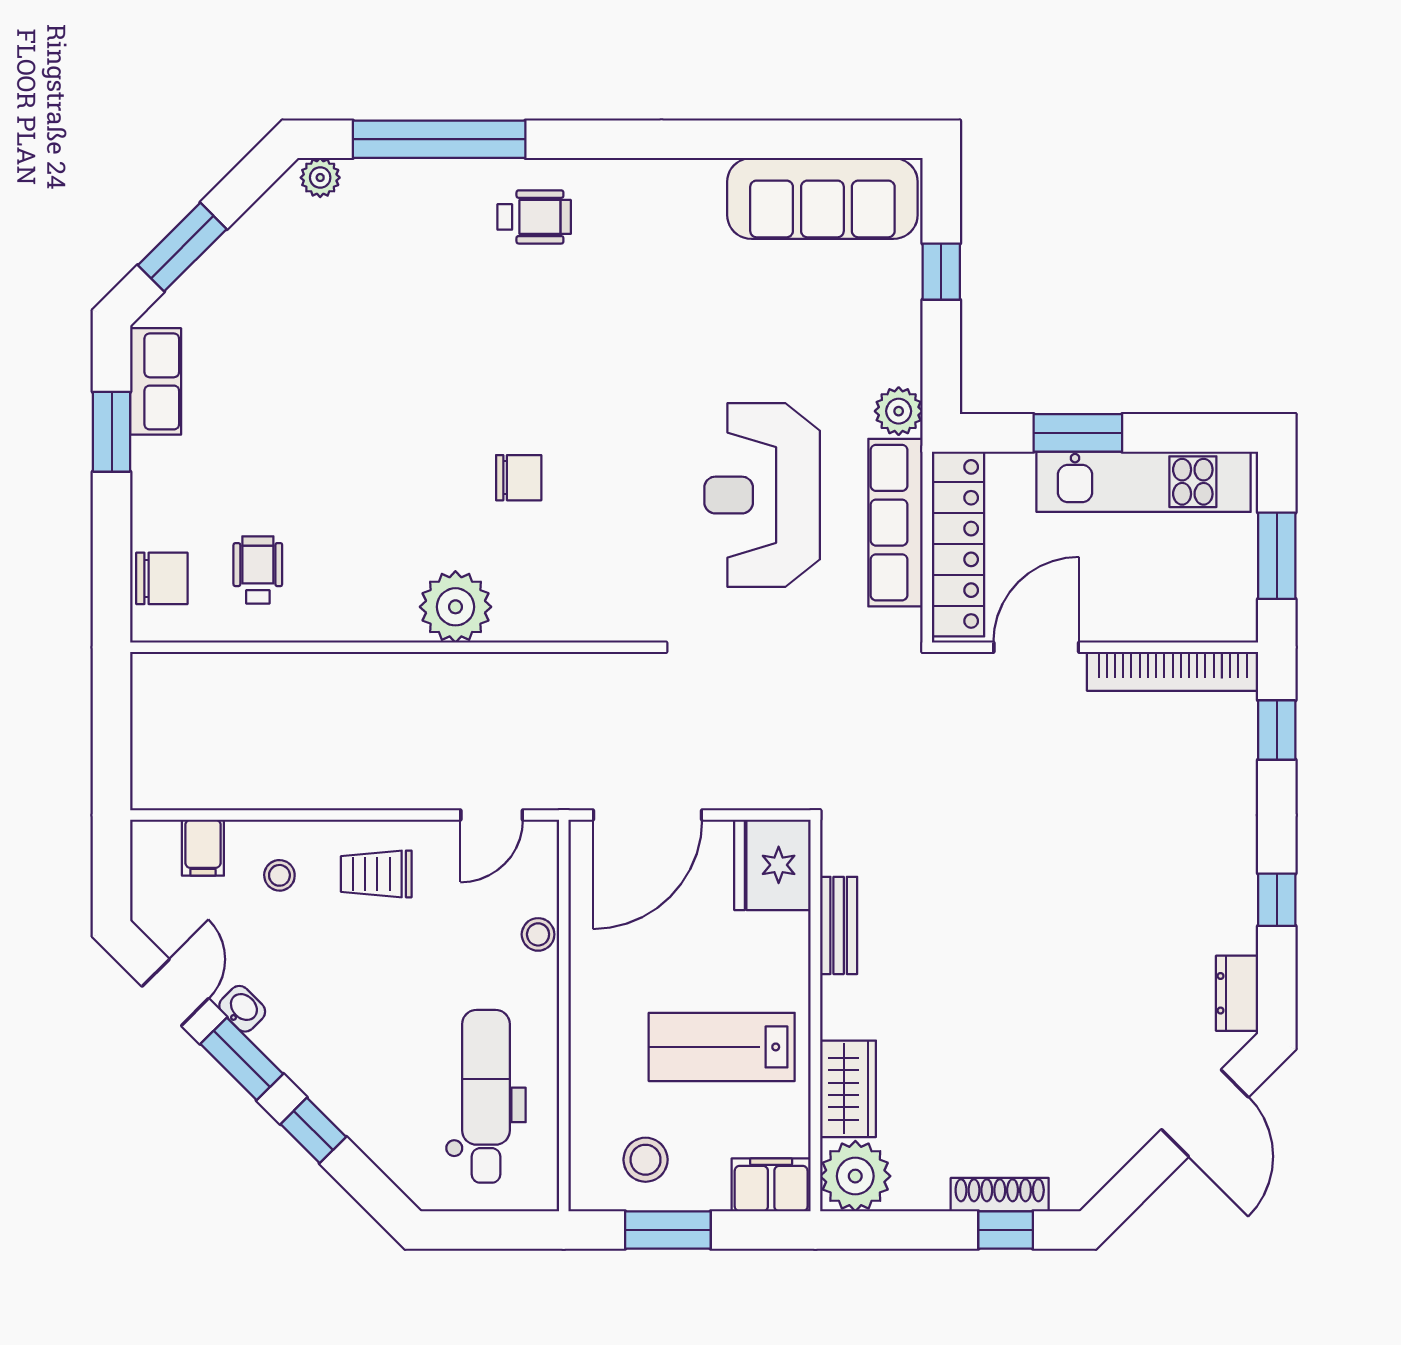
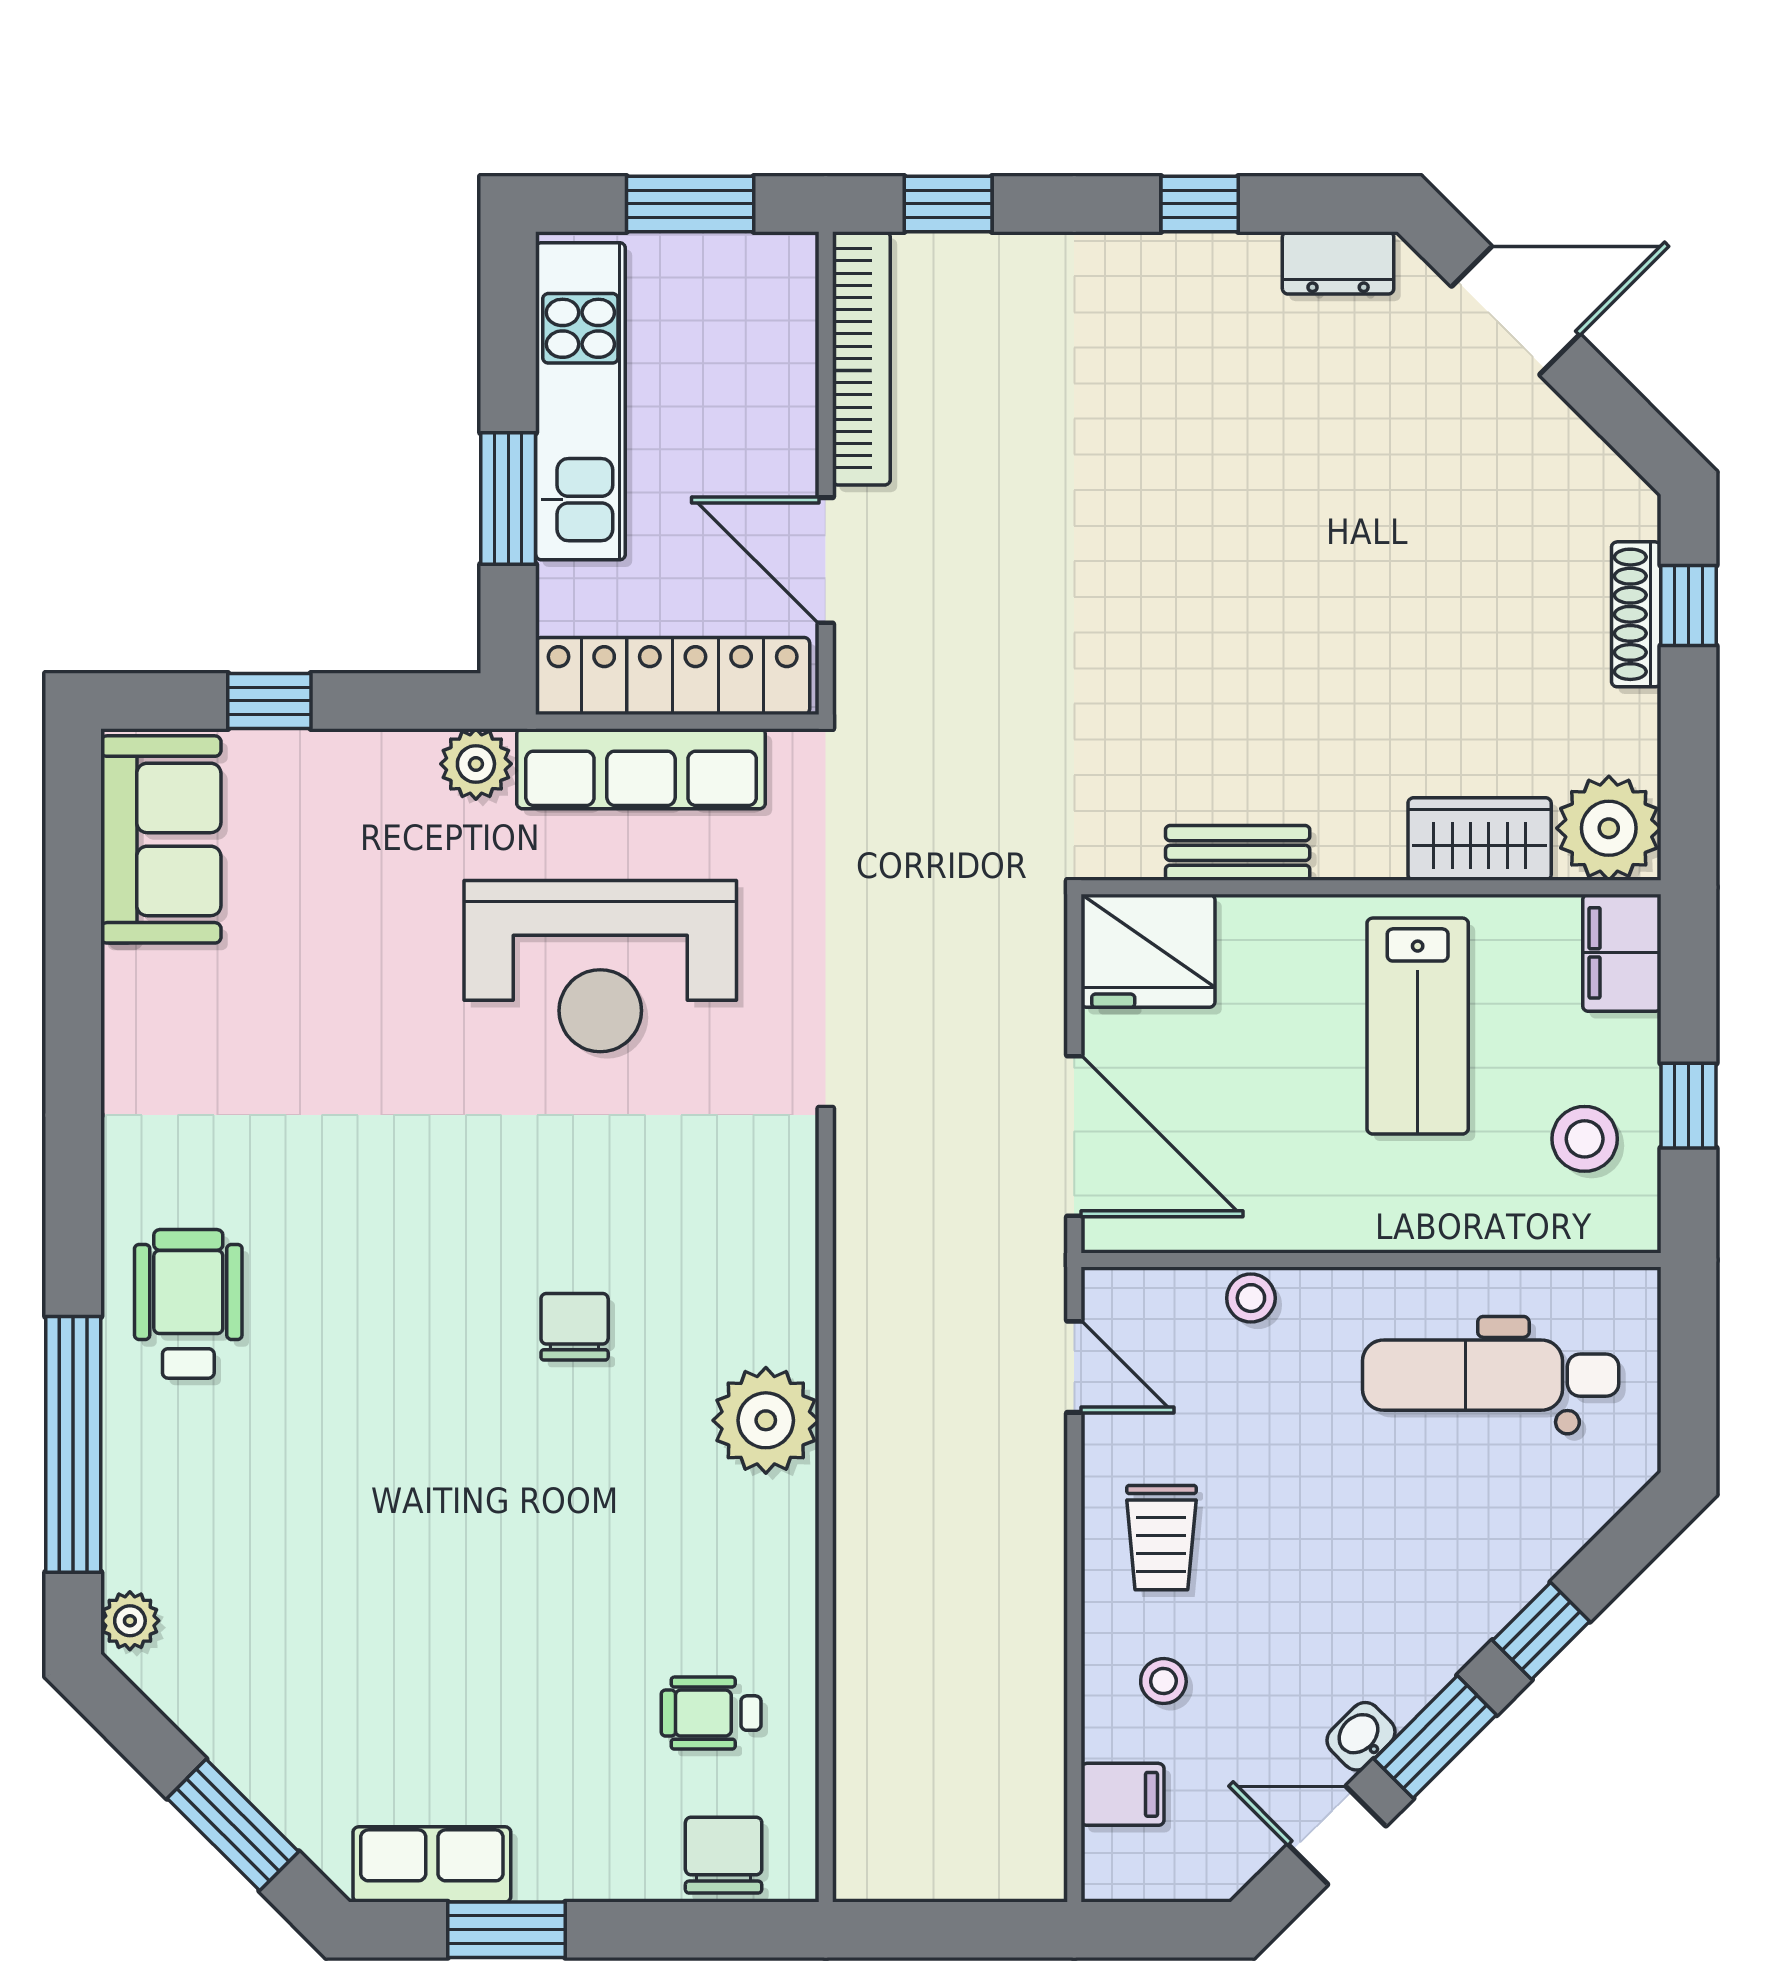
sofa: (822, 198) -> (161, 839), width x0.73
wheelchair: (534, 217) -> (188, 1304), width x1.36, depth x1.37
window: (668, 1230) -> (1689, 1106), width x0.67

